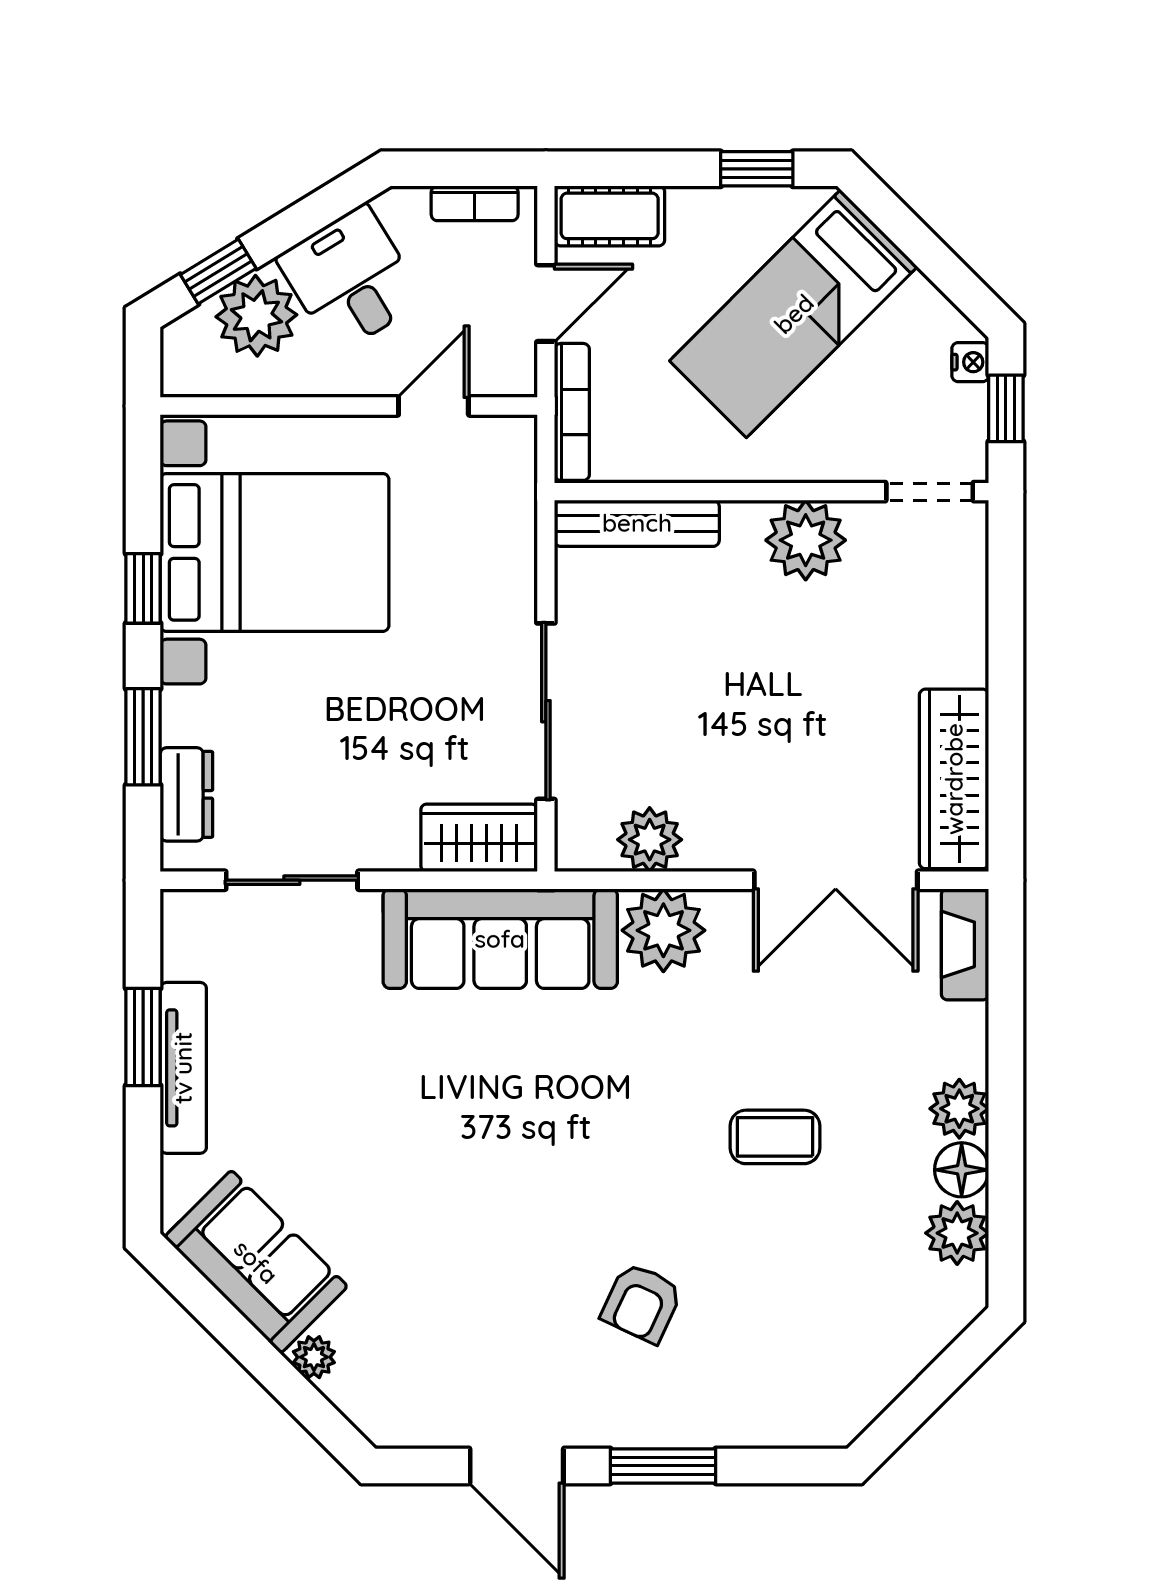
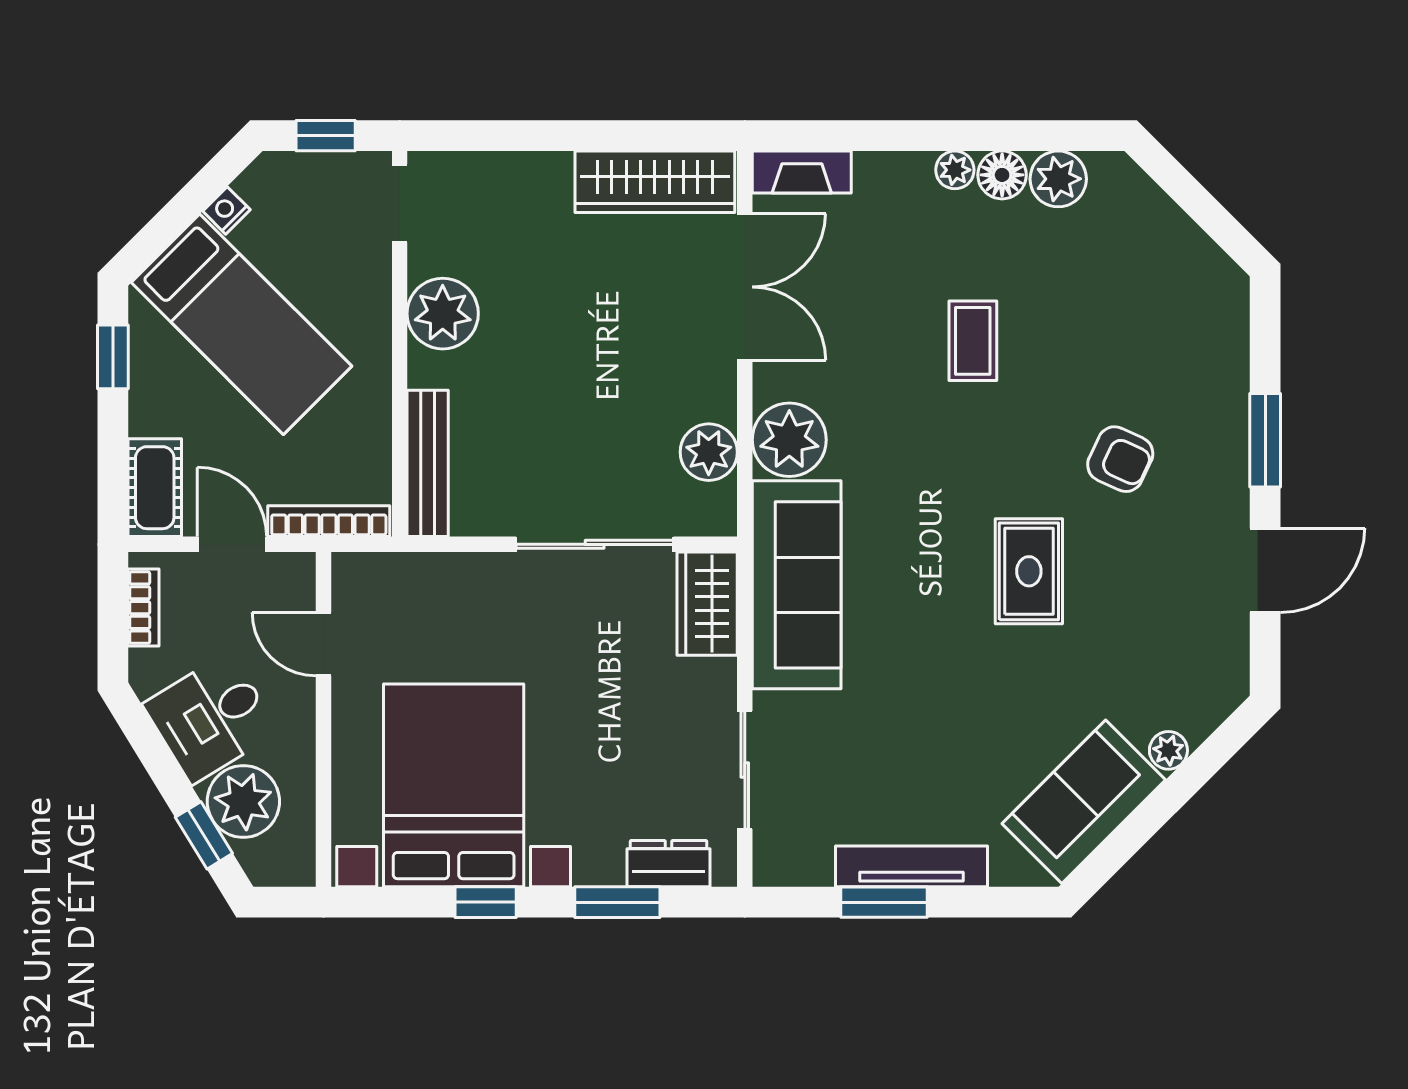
nightstand: (970, 362) -> (226, 210), moved, turned -45
plant: (959, 1109) -> (955, 170), width x0.73, depth x0.73
rug: (516, 1200) -> (1029, 571), added

